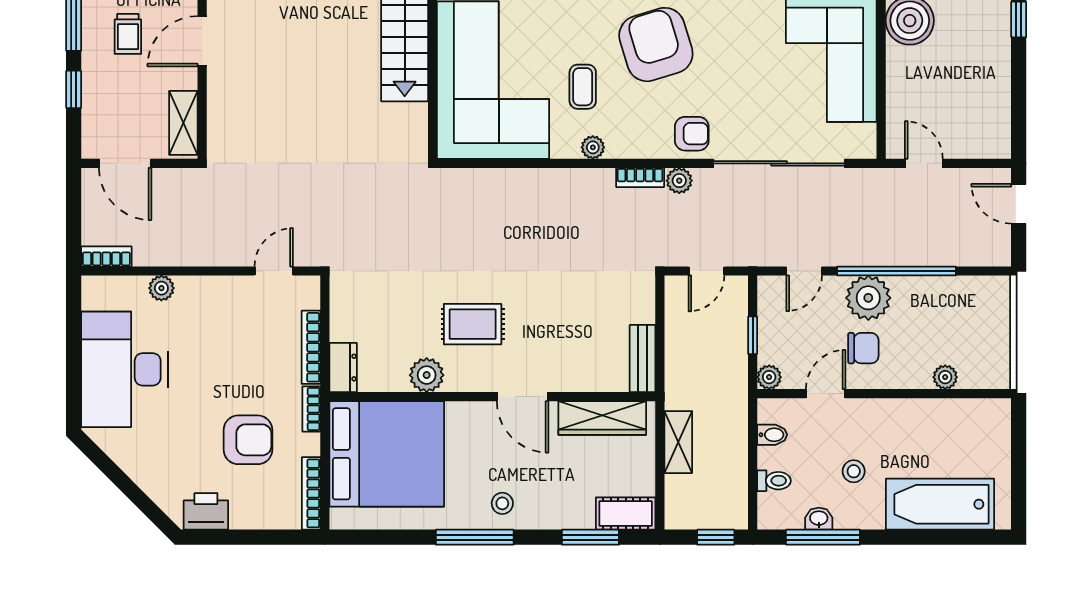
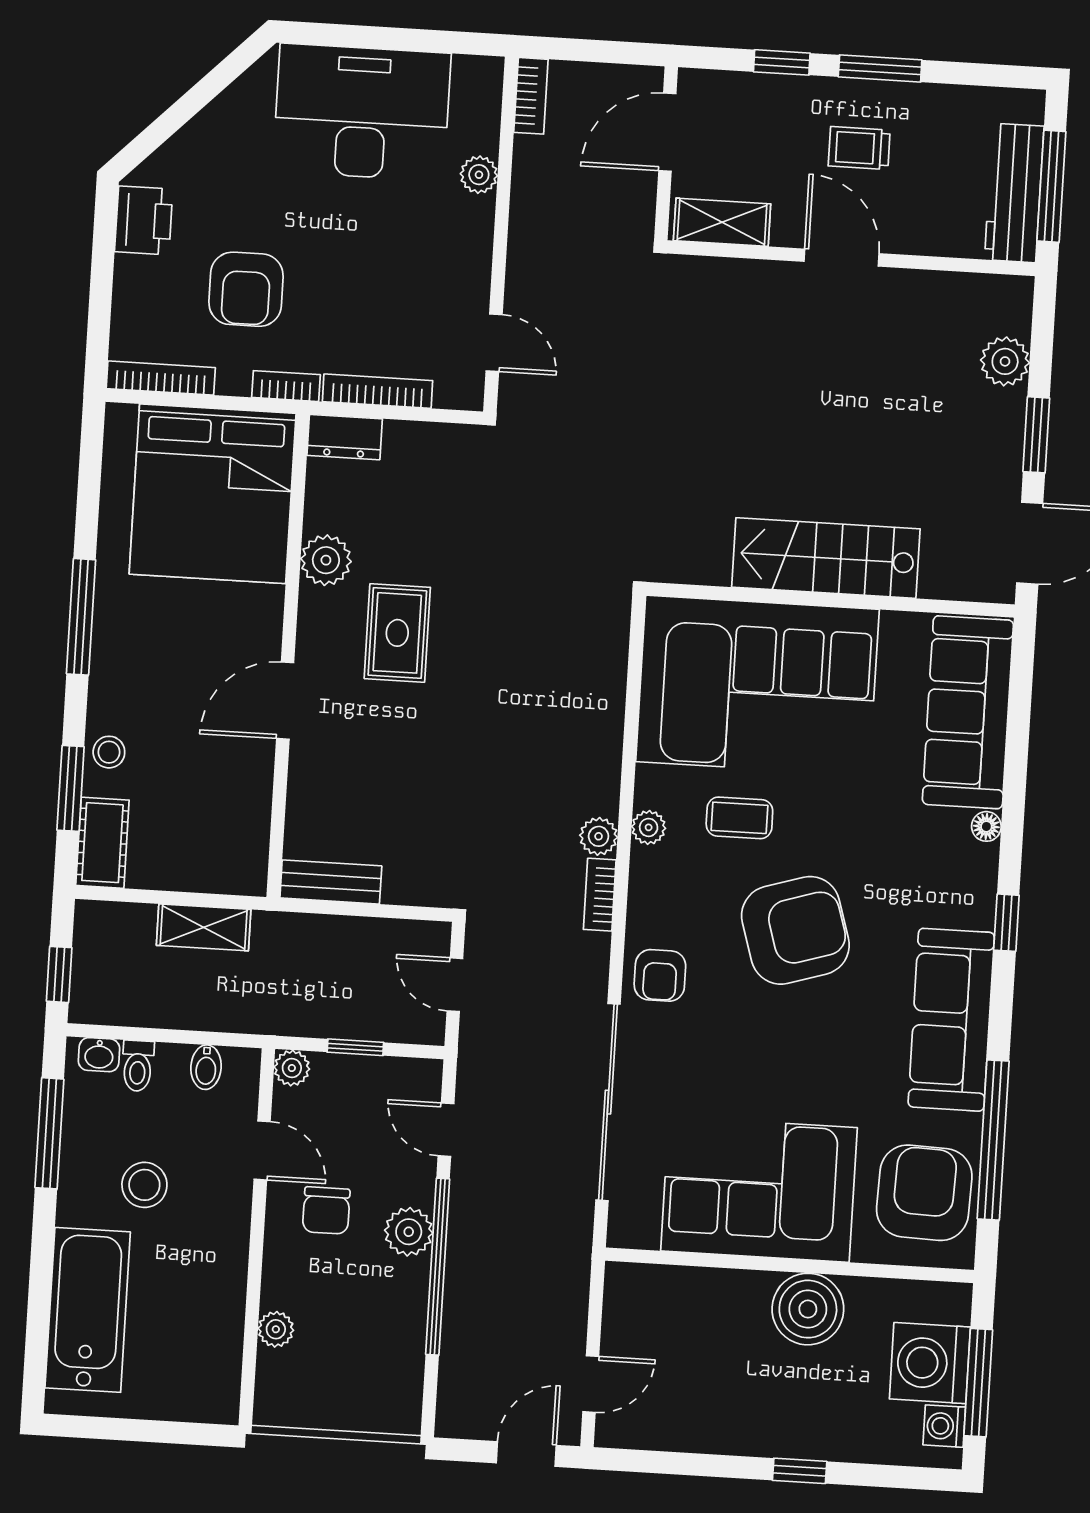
door: (924, 163) -> (591, 1384), moved
plant: (679, 181) -> (599, 836), moved
plant: (868, 298) -> (409, 1232), width x0.73, depth x0.73
wardrobe: (602, 418) -> (246, 817), removed
stool: (854, 471) -> (144, 1185), width x1.37, depth x1.37
stool: (502, 503) -> (109, 752), moved
washbasin: (819, 519) -> (99, 1055), moved, turned 90

